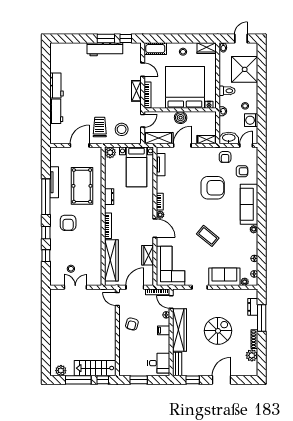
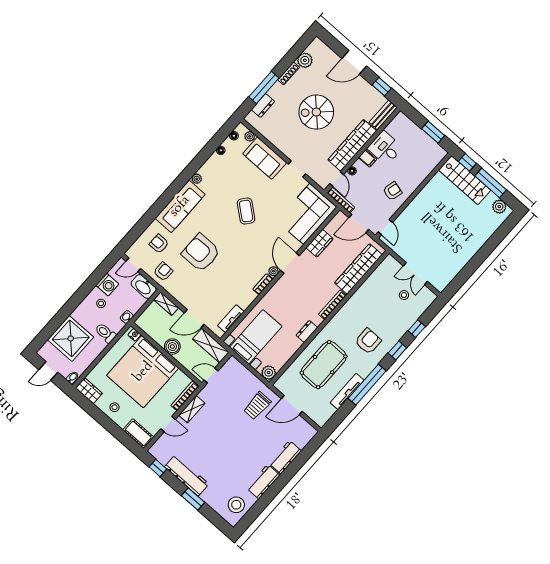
window: (106, 39) -> (193, 499), moved
door: (143, 70) -> (168, 424), swing flipped
stool: (122, 129) -> (236, 505), moved
desk: (159, 363) -> (385, 148), moved

